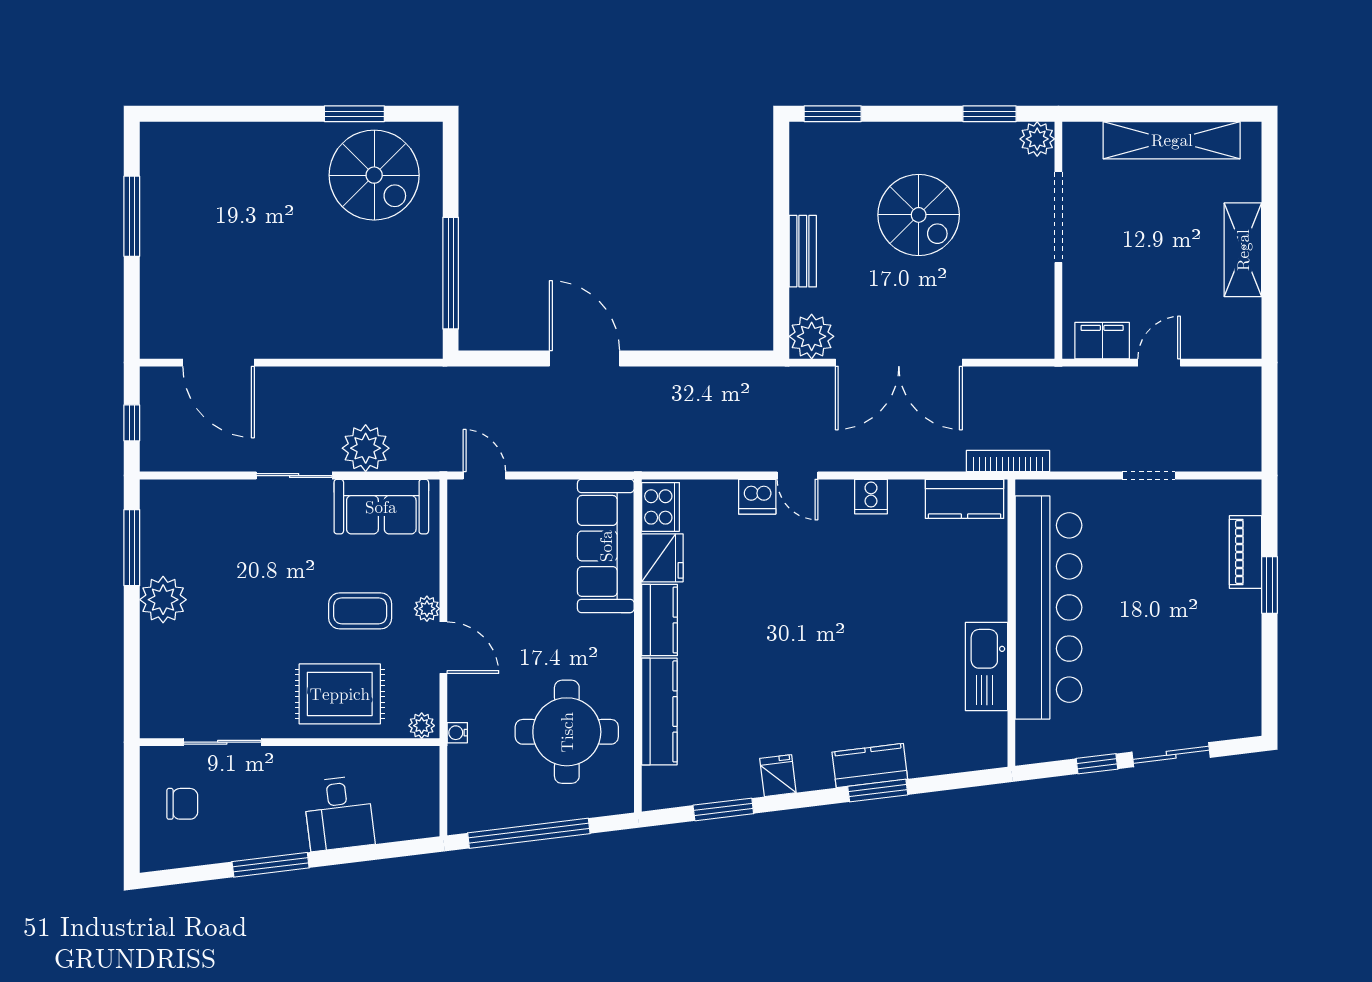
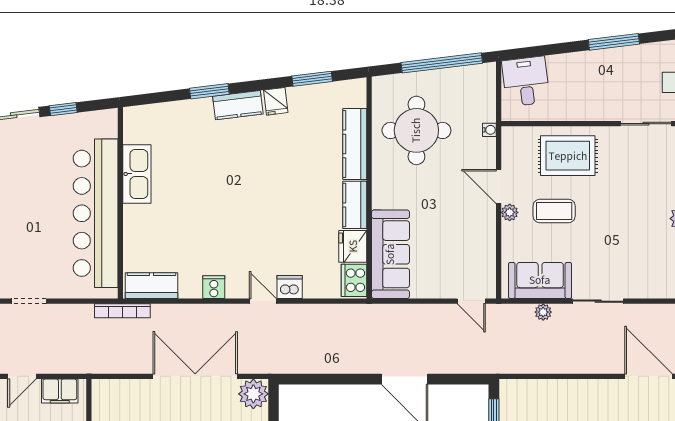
plant: (366, 448) -> (543, 312), width x0.53, depth x0.53
plant: (422, 726) -> (513, 135), removed
kitchen counter: (870, 766) -> (238, 105), moved
desk: (339, 813) -> (526, 81), moved

